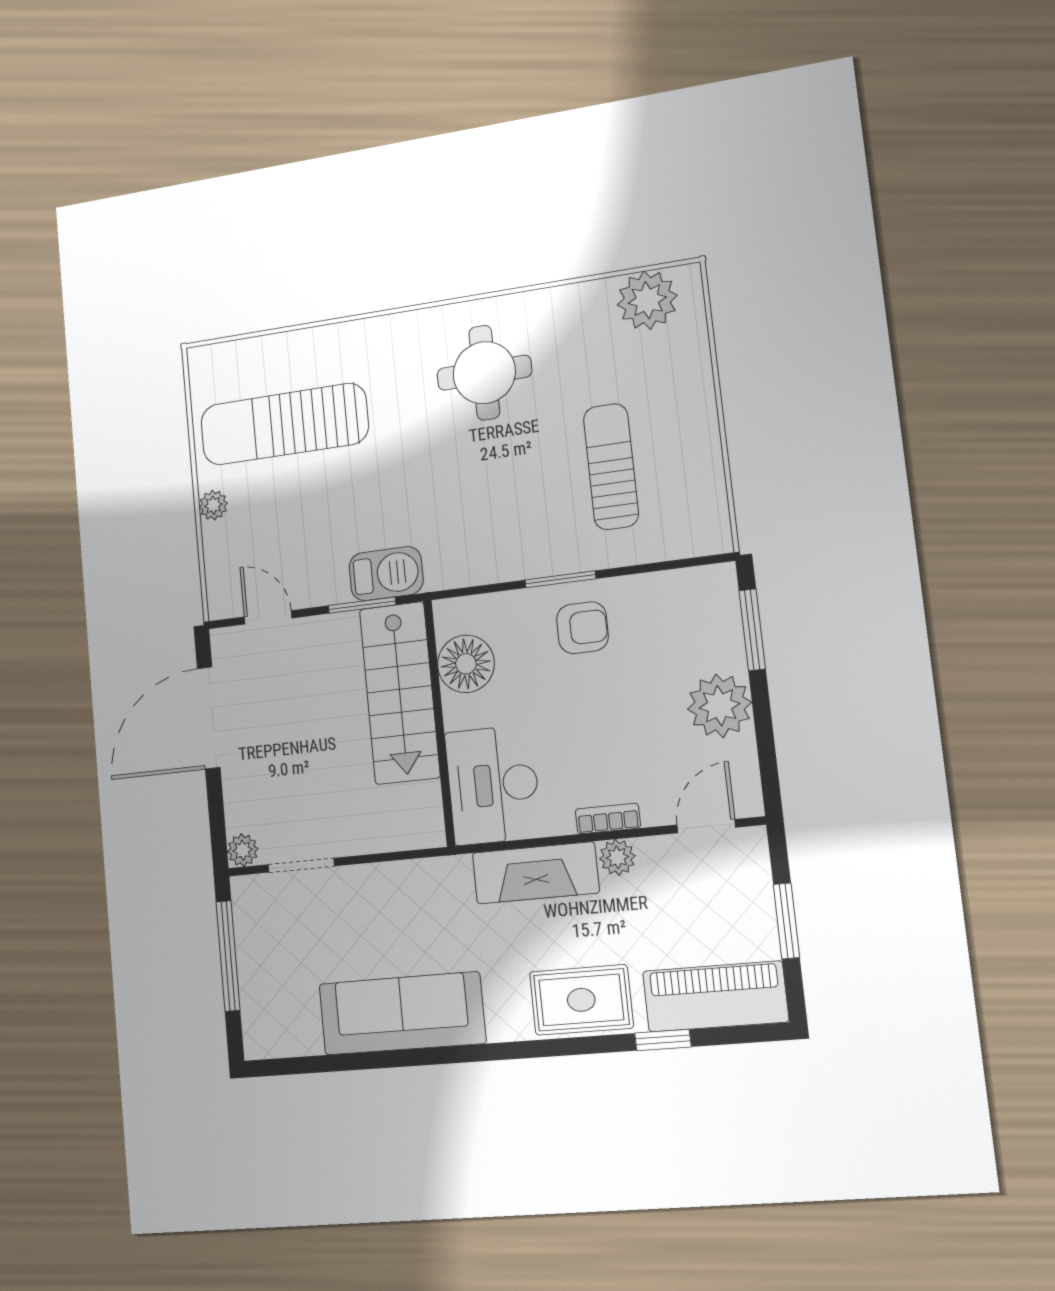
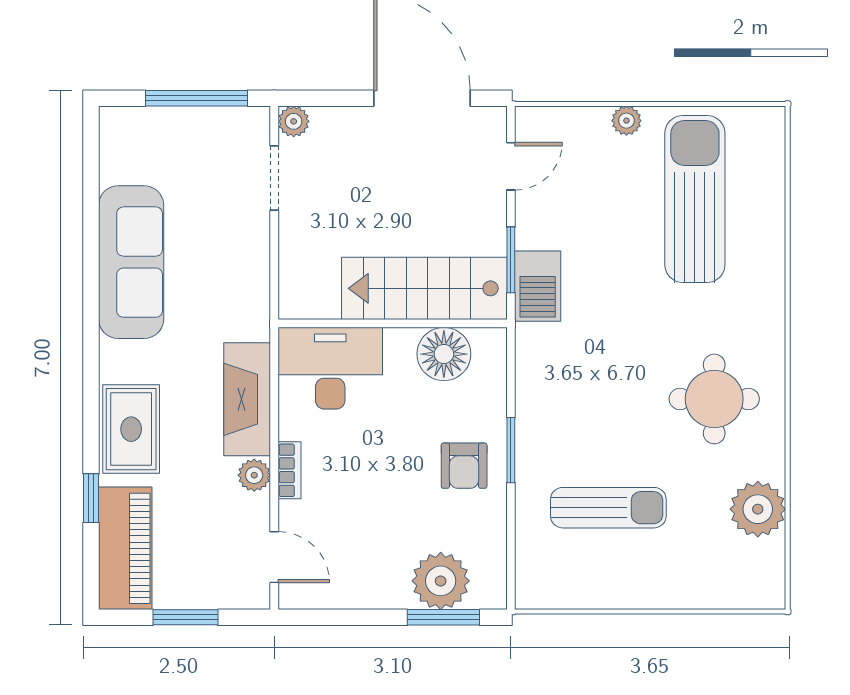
plant: (647, 300) -> (758, 509), moved
plant: (720, 706) -> (441, 581), moved

